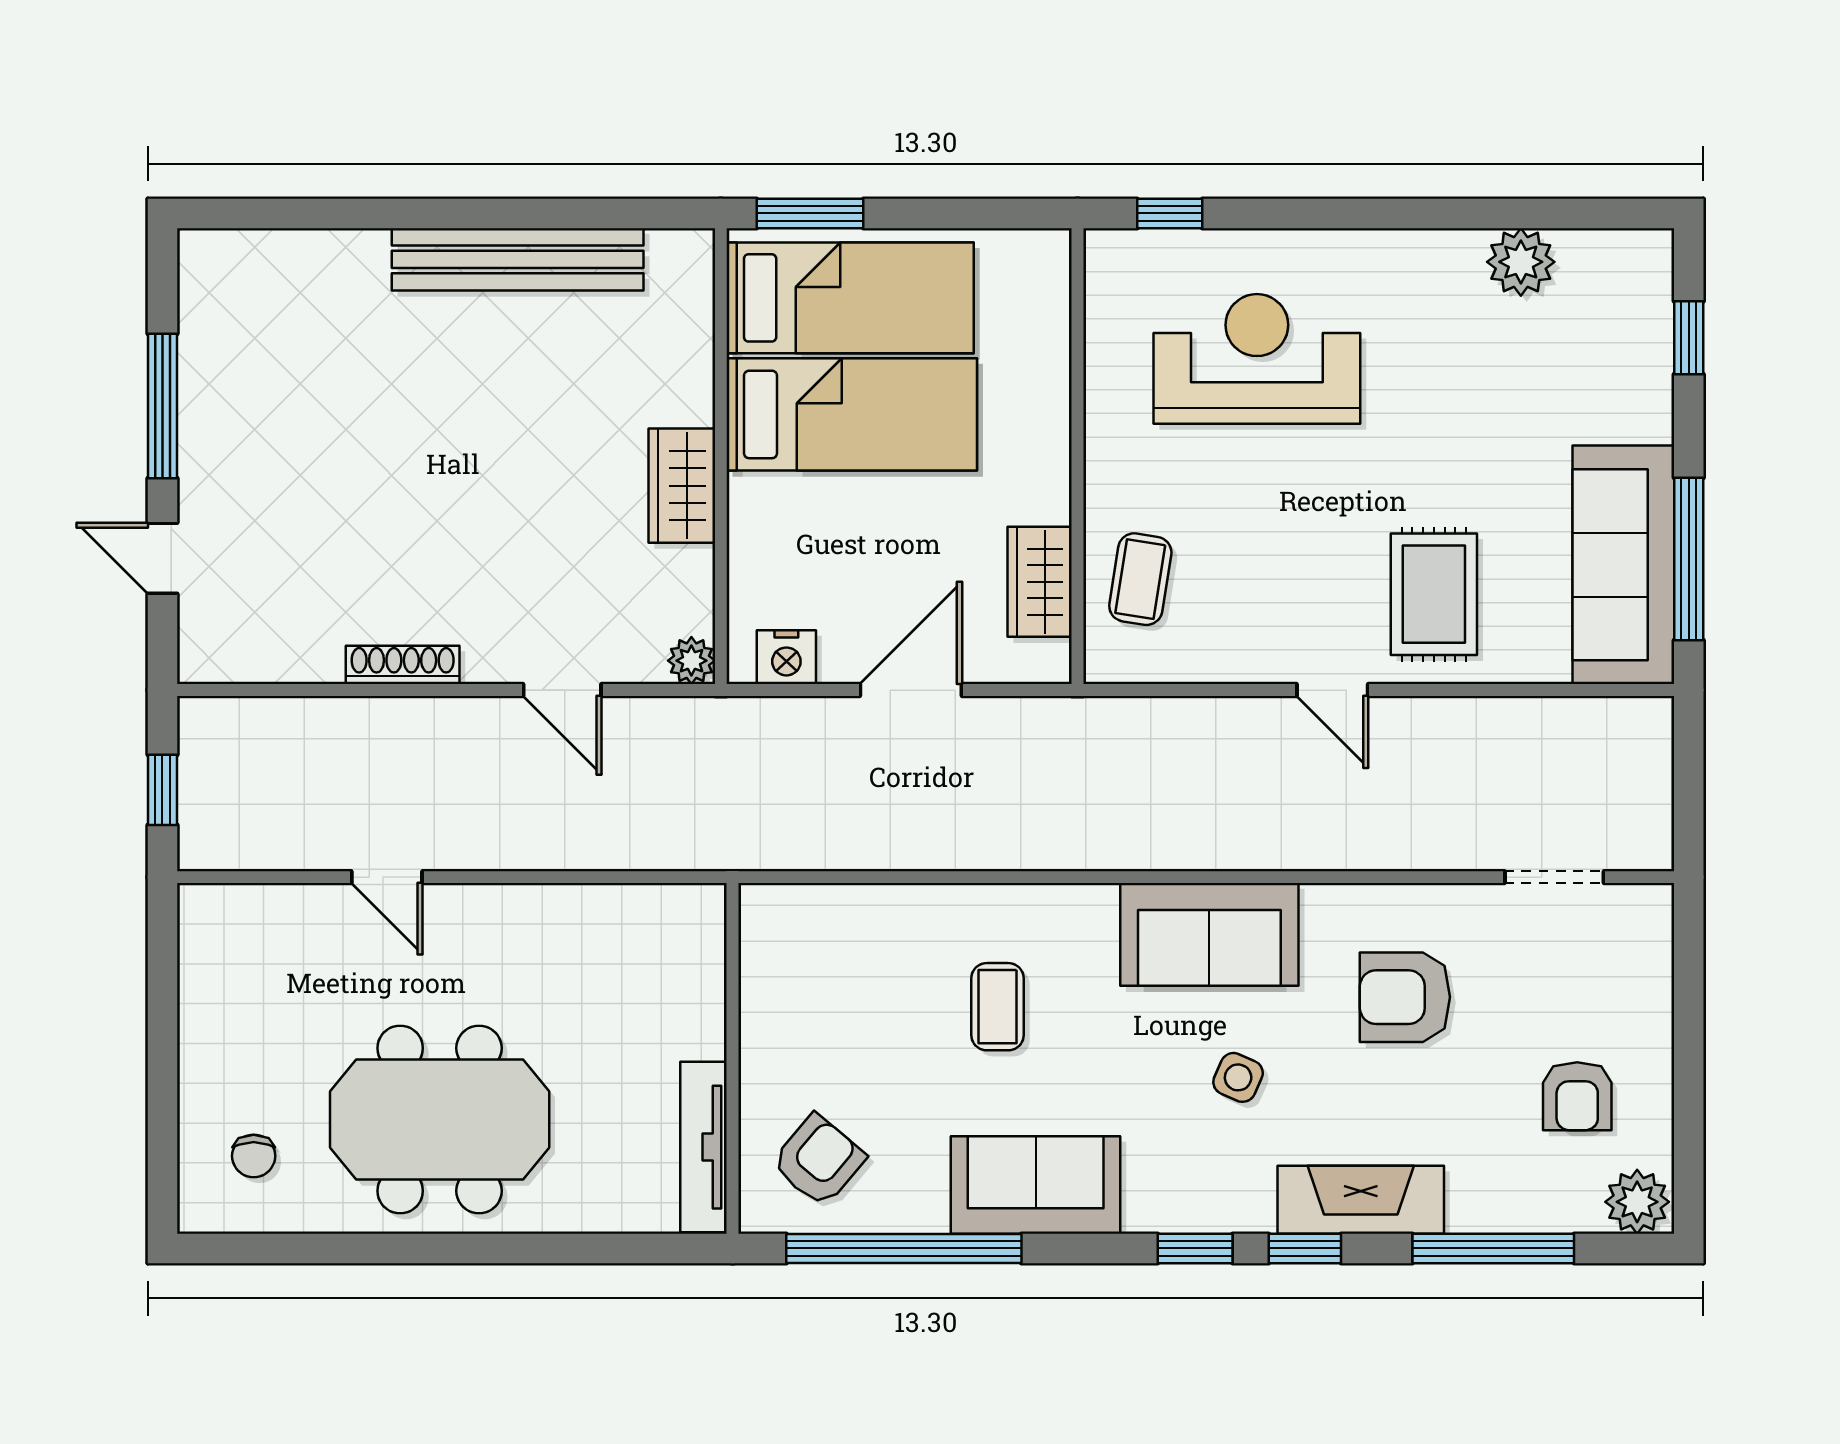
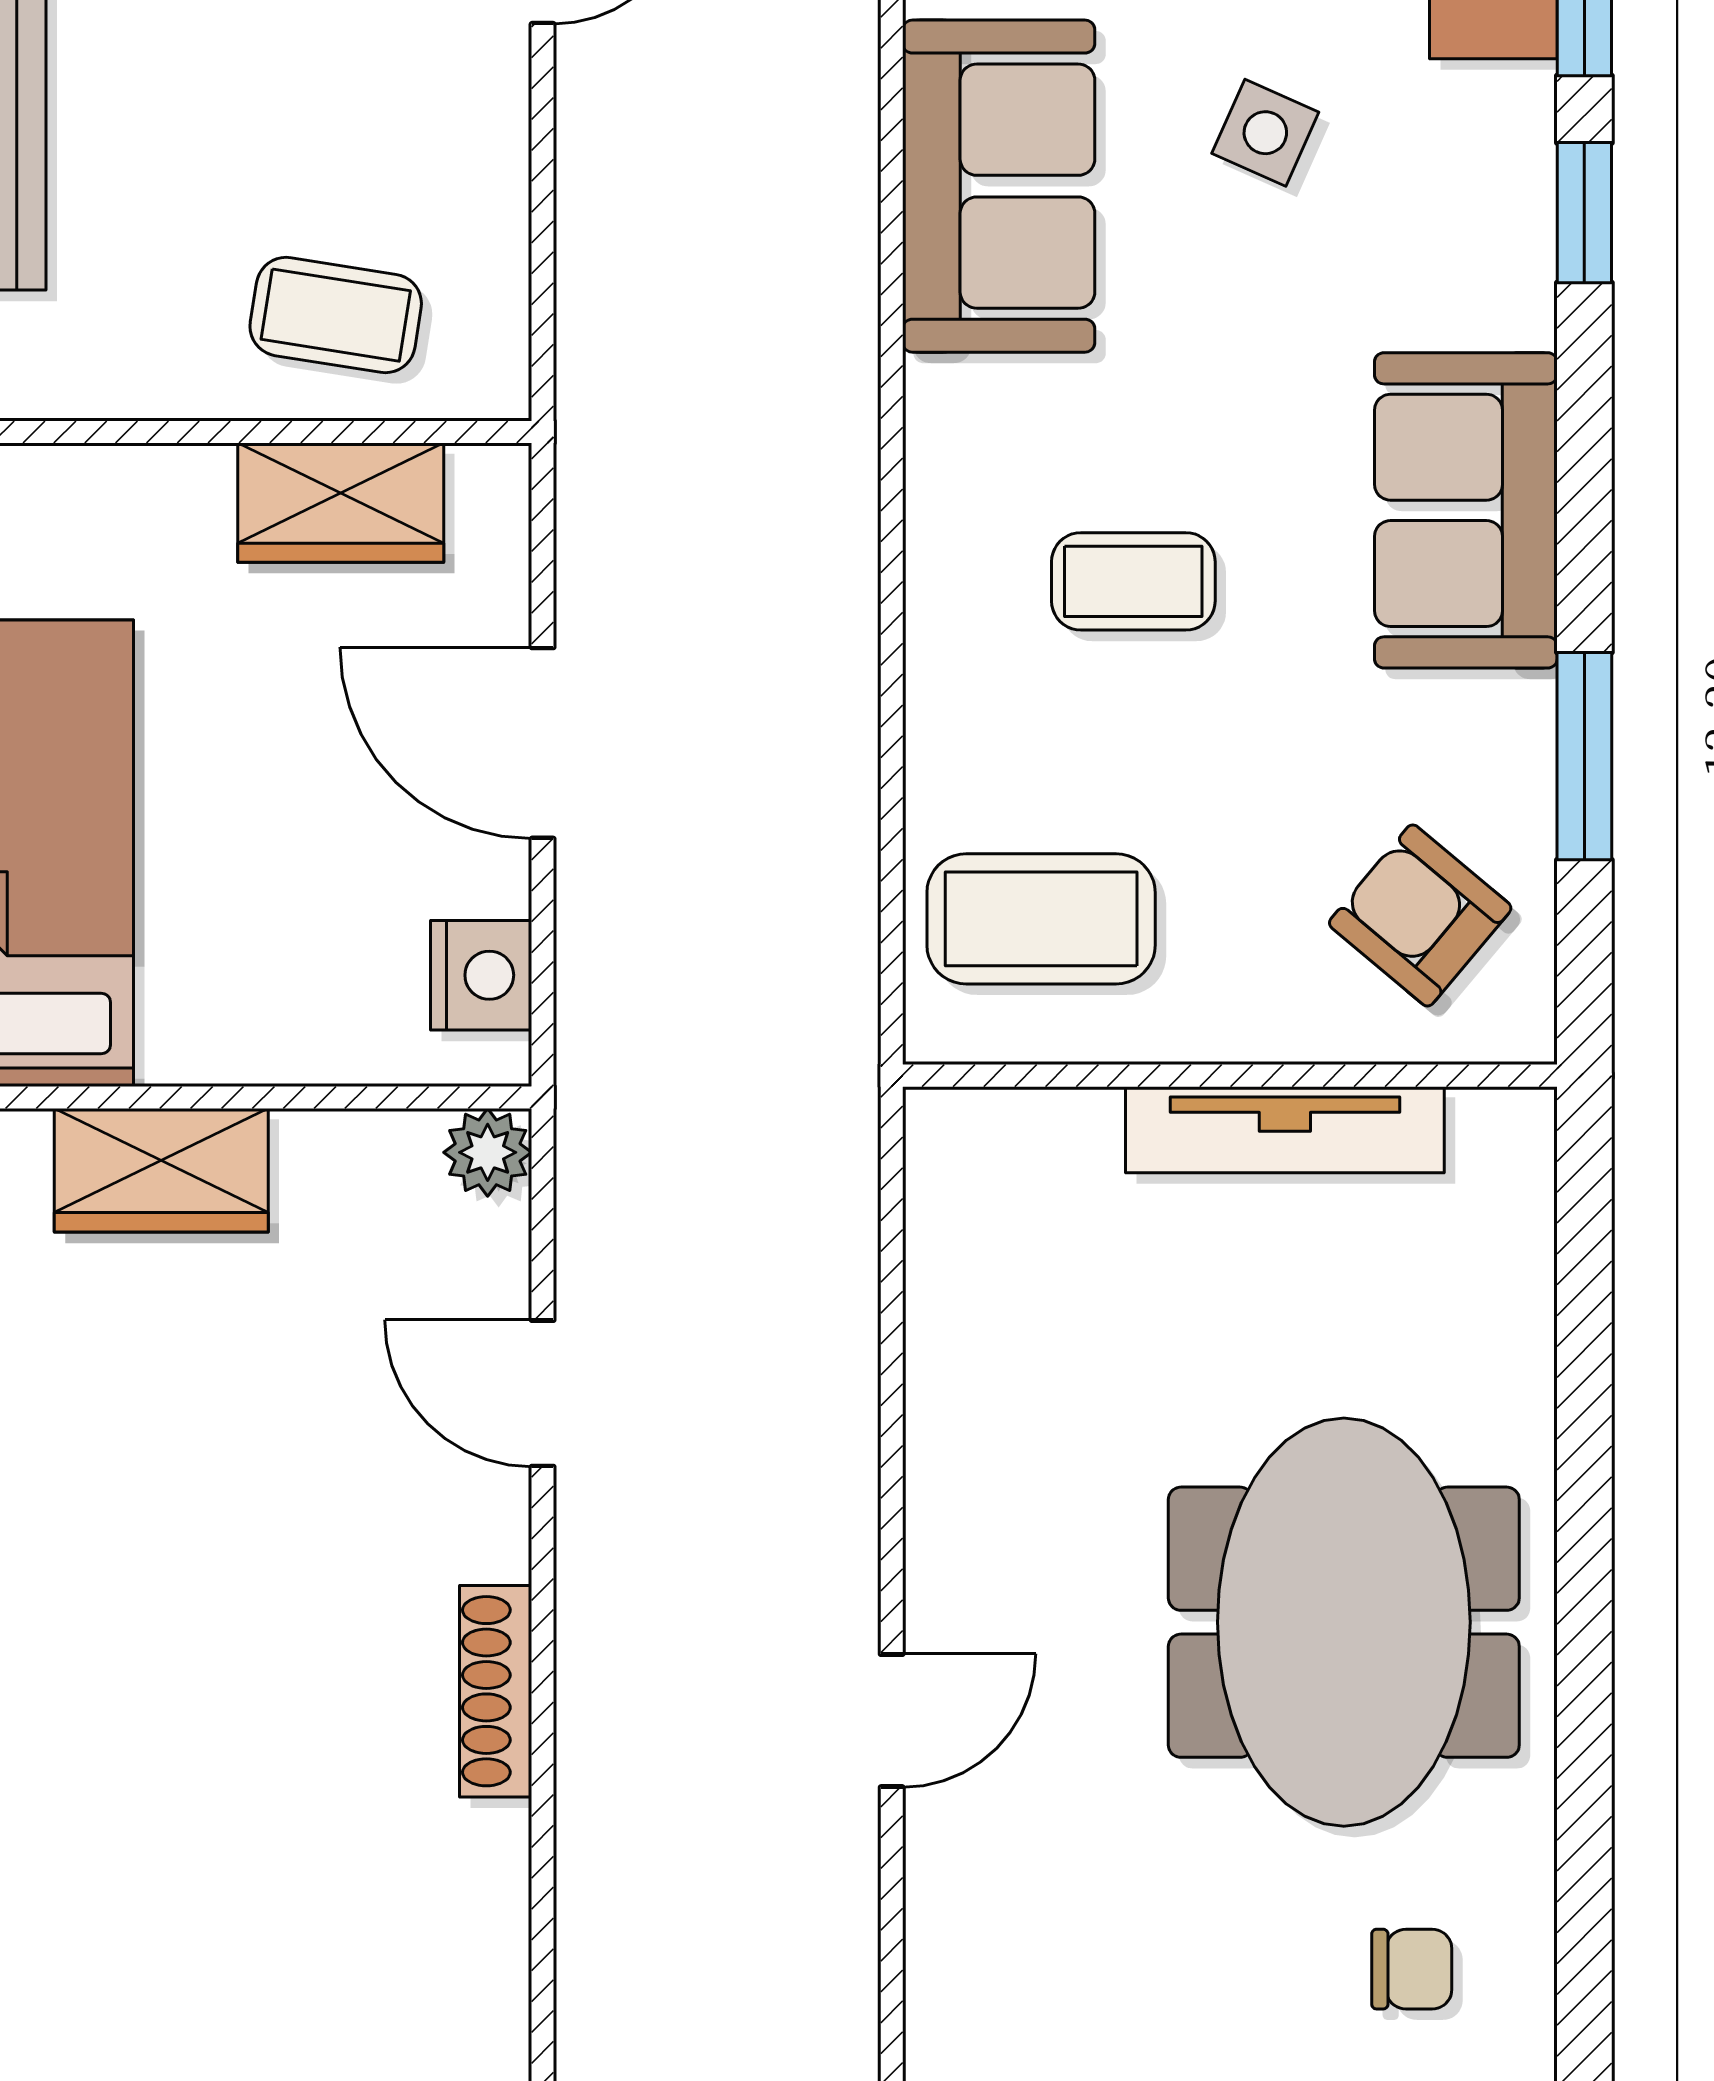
door: (562, 690) -> (543, 1393), swing flipped
coffee table: (817, 957) -> (1041, 919), added
tv unit: (704, 1147) -> (1285, 1130), moved
window: (904, 1248) -> (1584, 756), width x0.47

